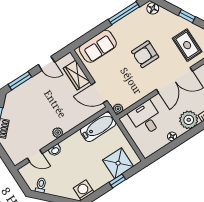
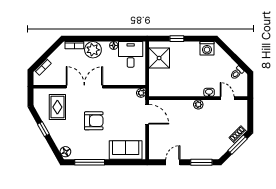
door: (46, 63) -> (173, 162), hinge flipped
wardrobe: (77, 75) -> (156, 139), removed
desk: (146, 118) -> (131, 54), moved, turned 180
bathtub: (98, 127) -> (165, 89), removed
shower: (118, 163) -> (159, 58), moved

